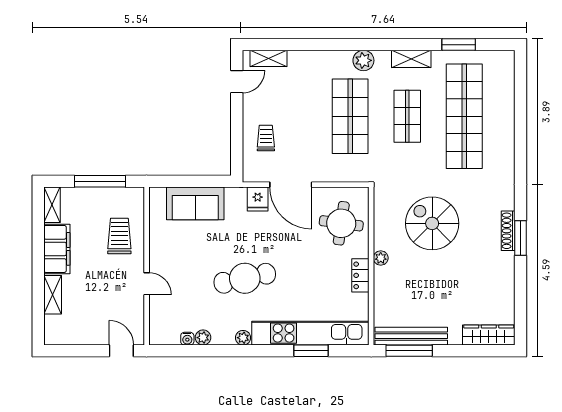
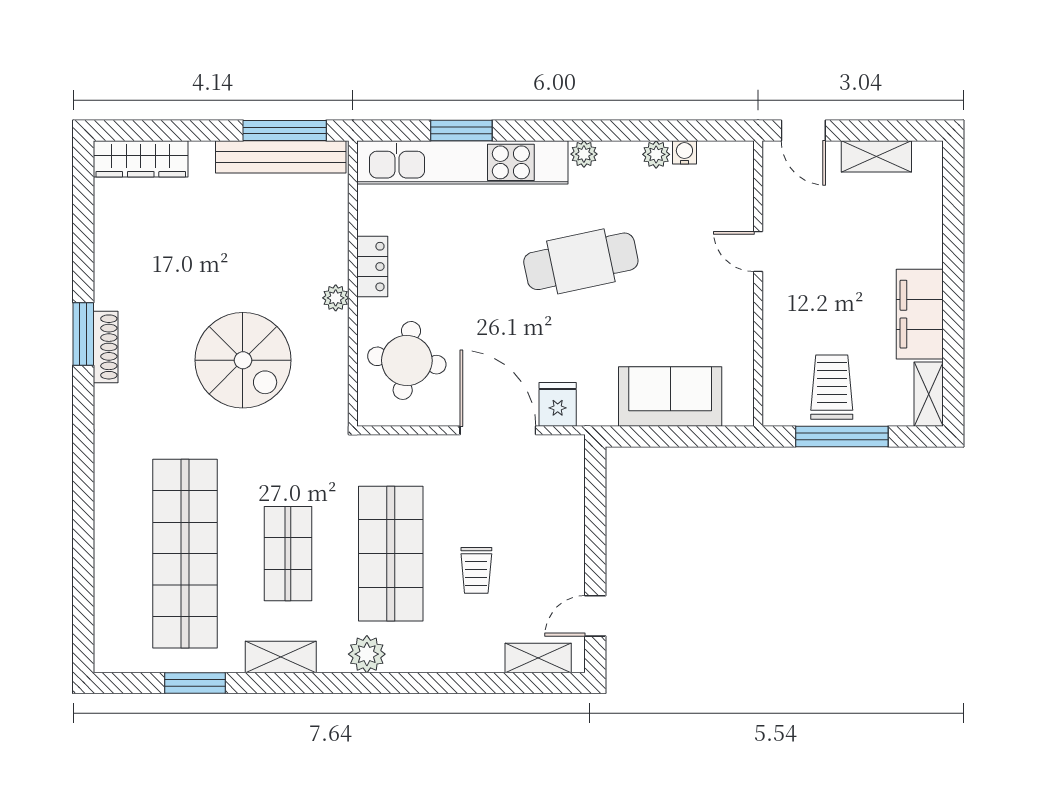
trolley: (266, 138) -> (476, 570), moved
trolley: (119, 236) -> (832, 387), moved, turned 180
shelving: (53, 295) -> (876, 156), moved, turned 90

